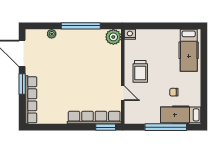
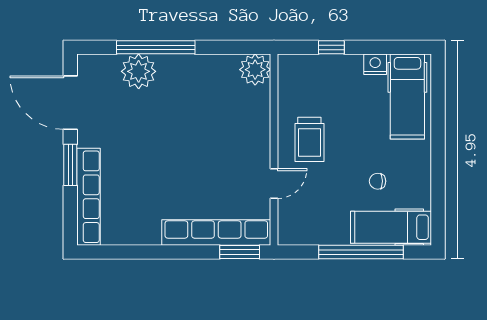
window: (81, 26) -> (156, 47), moved
window: (151, 26) -> (331, 47), added
plant: (52, 34) -> (139, 71), width x1.87, depth x1.87
nightstand: (130, 34) -> (375, 64), moved
door: (123, 93) -> (274, 184), hinge flipped

